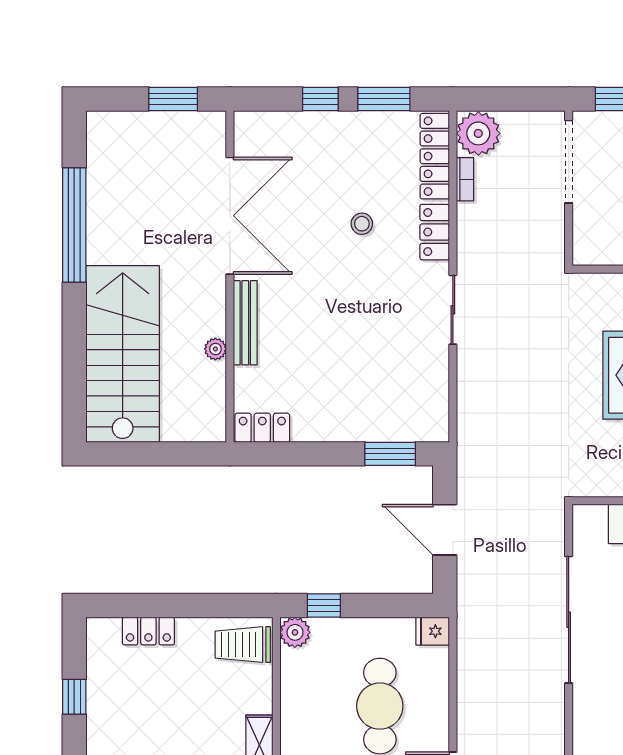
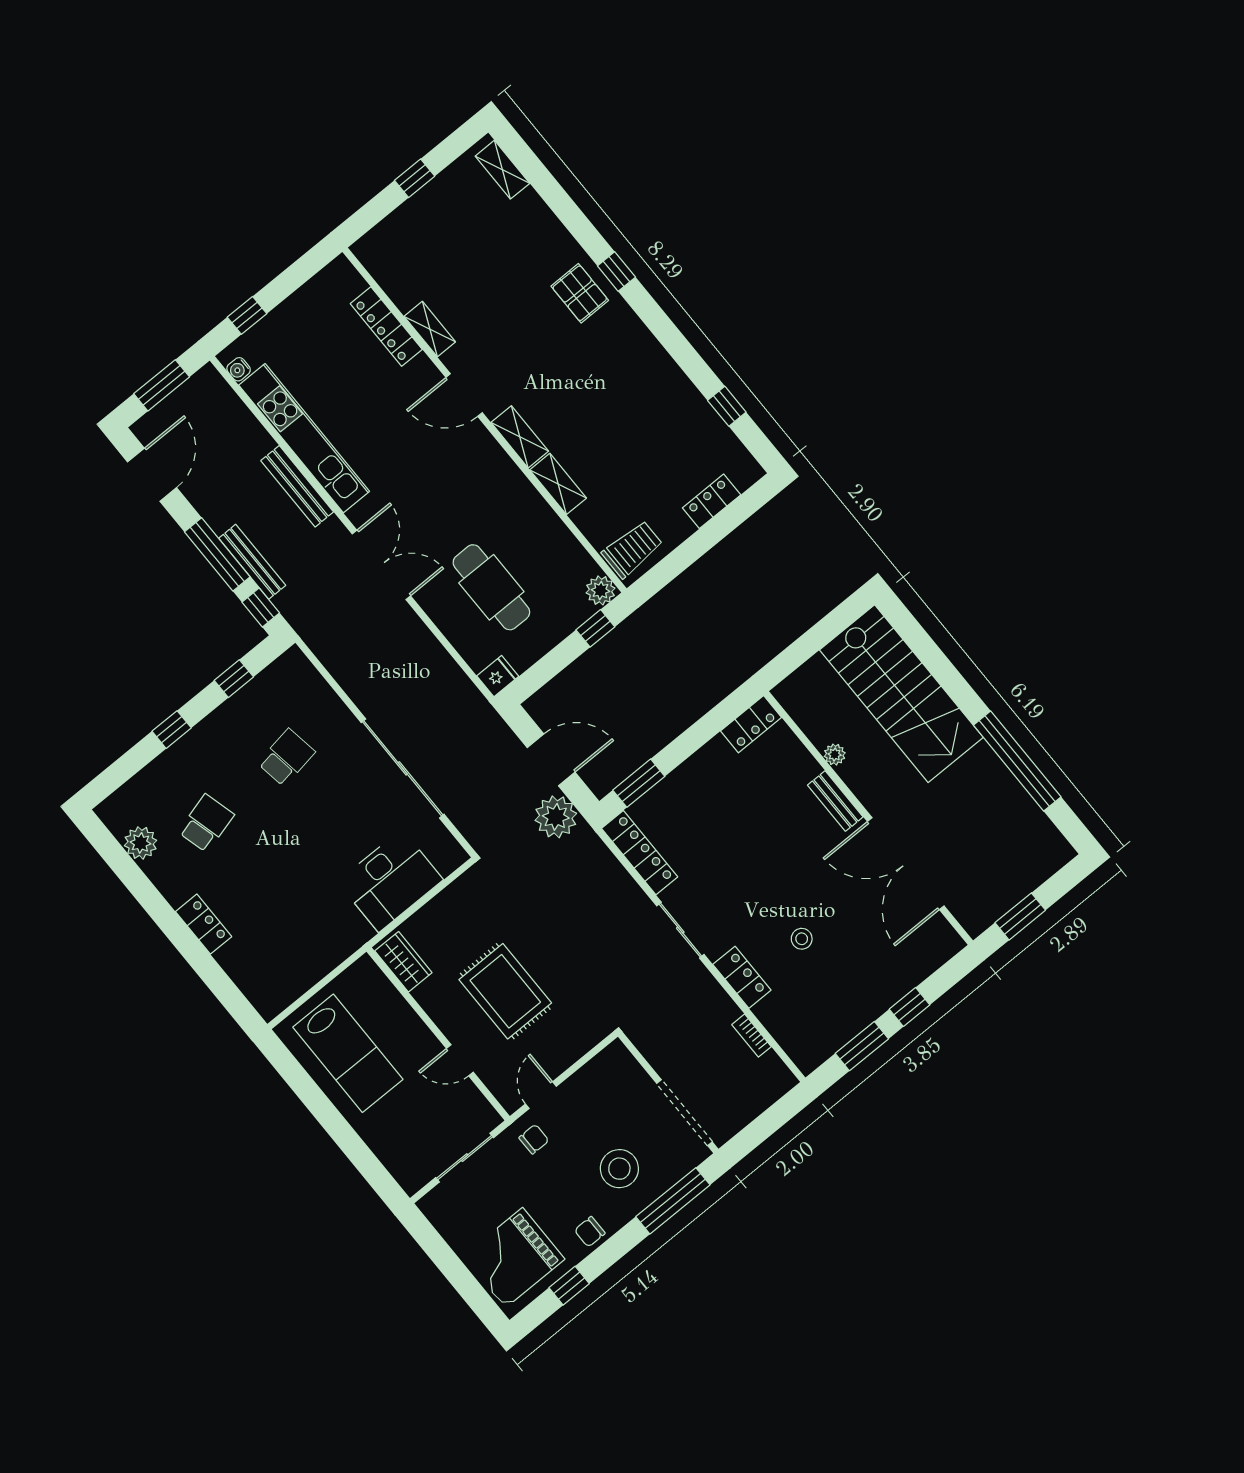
plant: (478, 133) -> (556, 817), moved
locker: (435, 156) -> (640, 853), moved
bench: (245, 323) -> (835, 801), width x0.73

